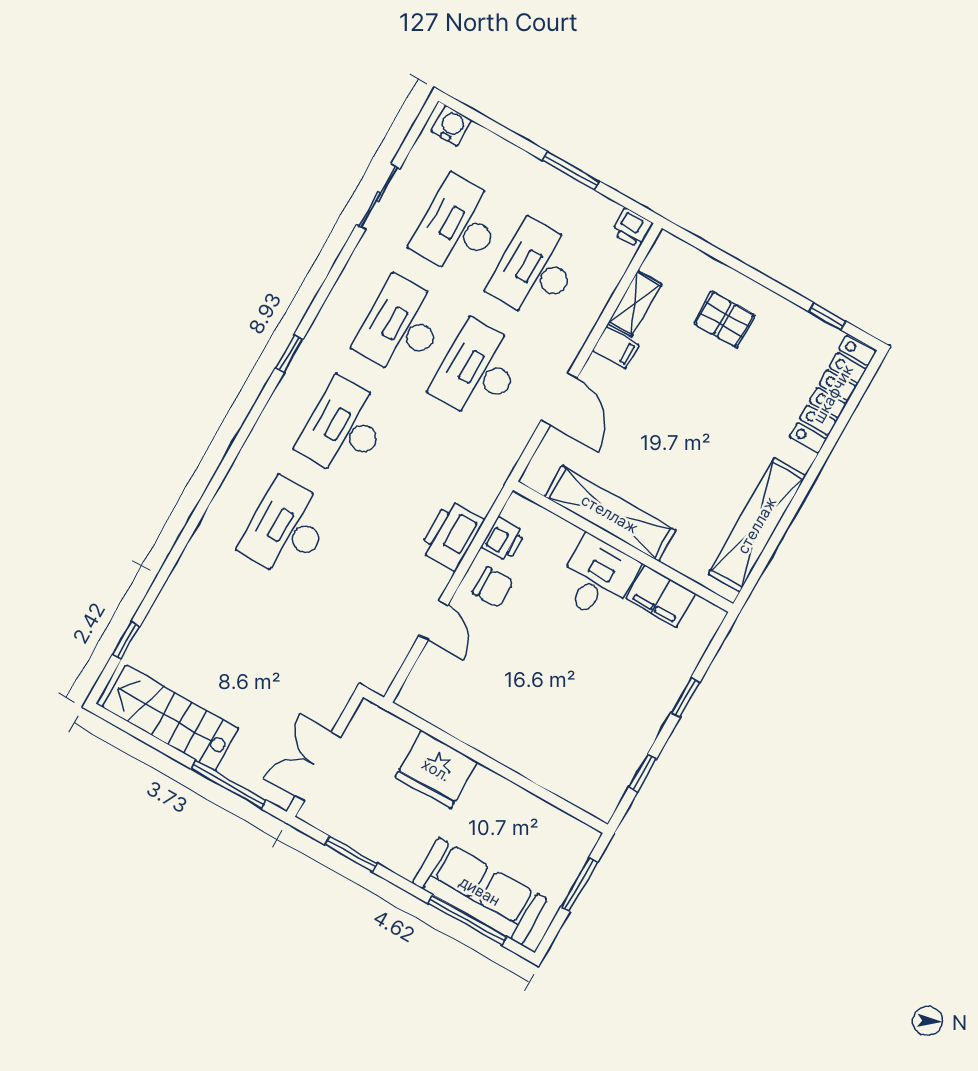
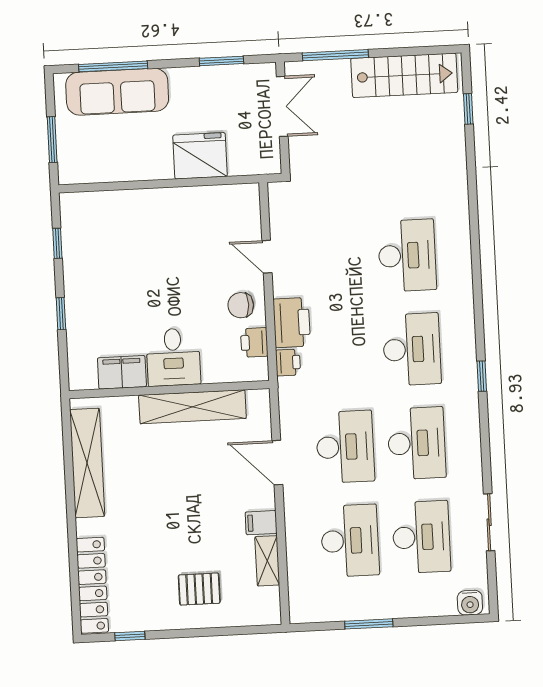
printer: (632, 228) -> (288, 362), moved, turned 90

